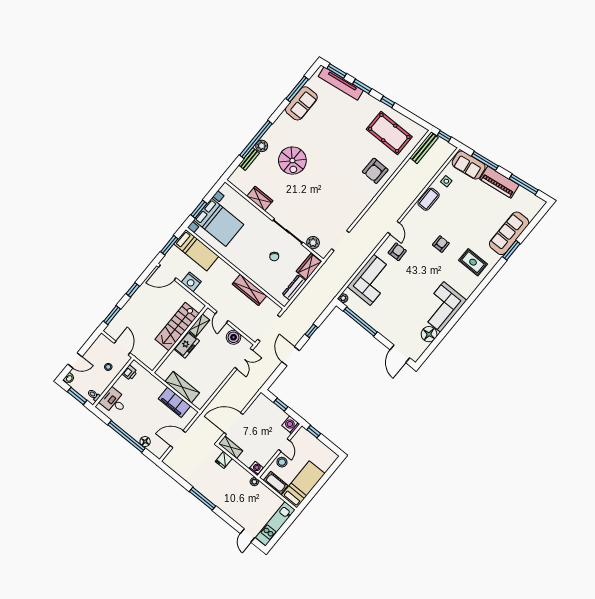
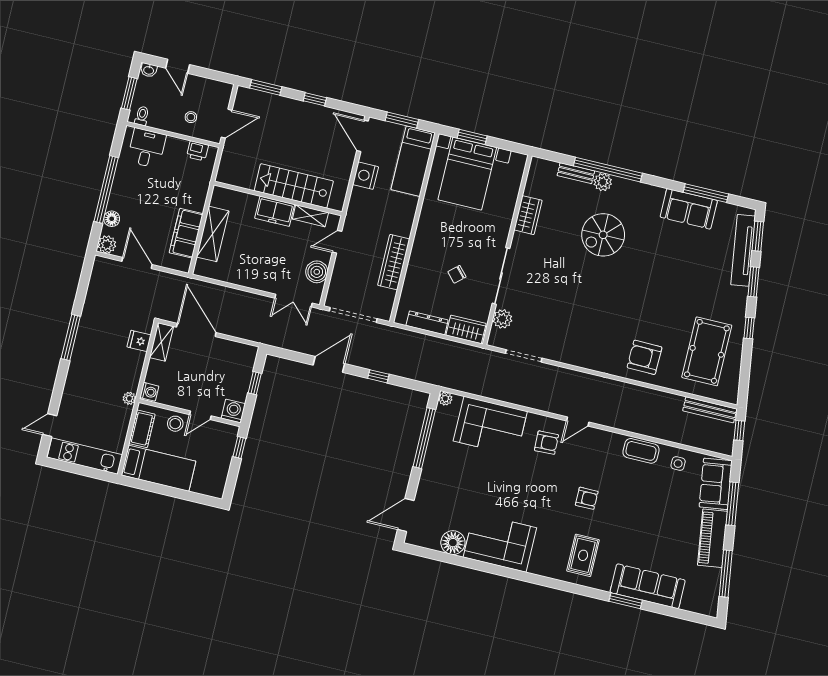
plant: (159, 452) -> (107, 245), added

